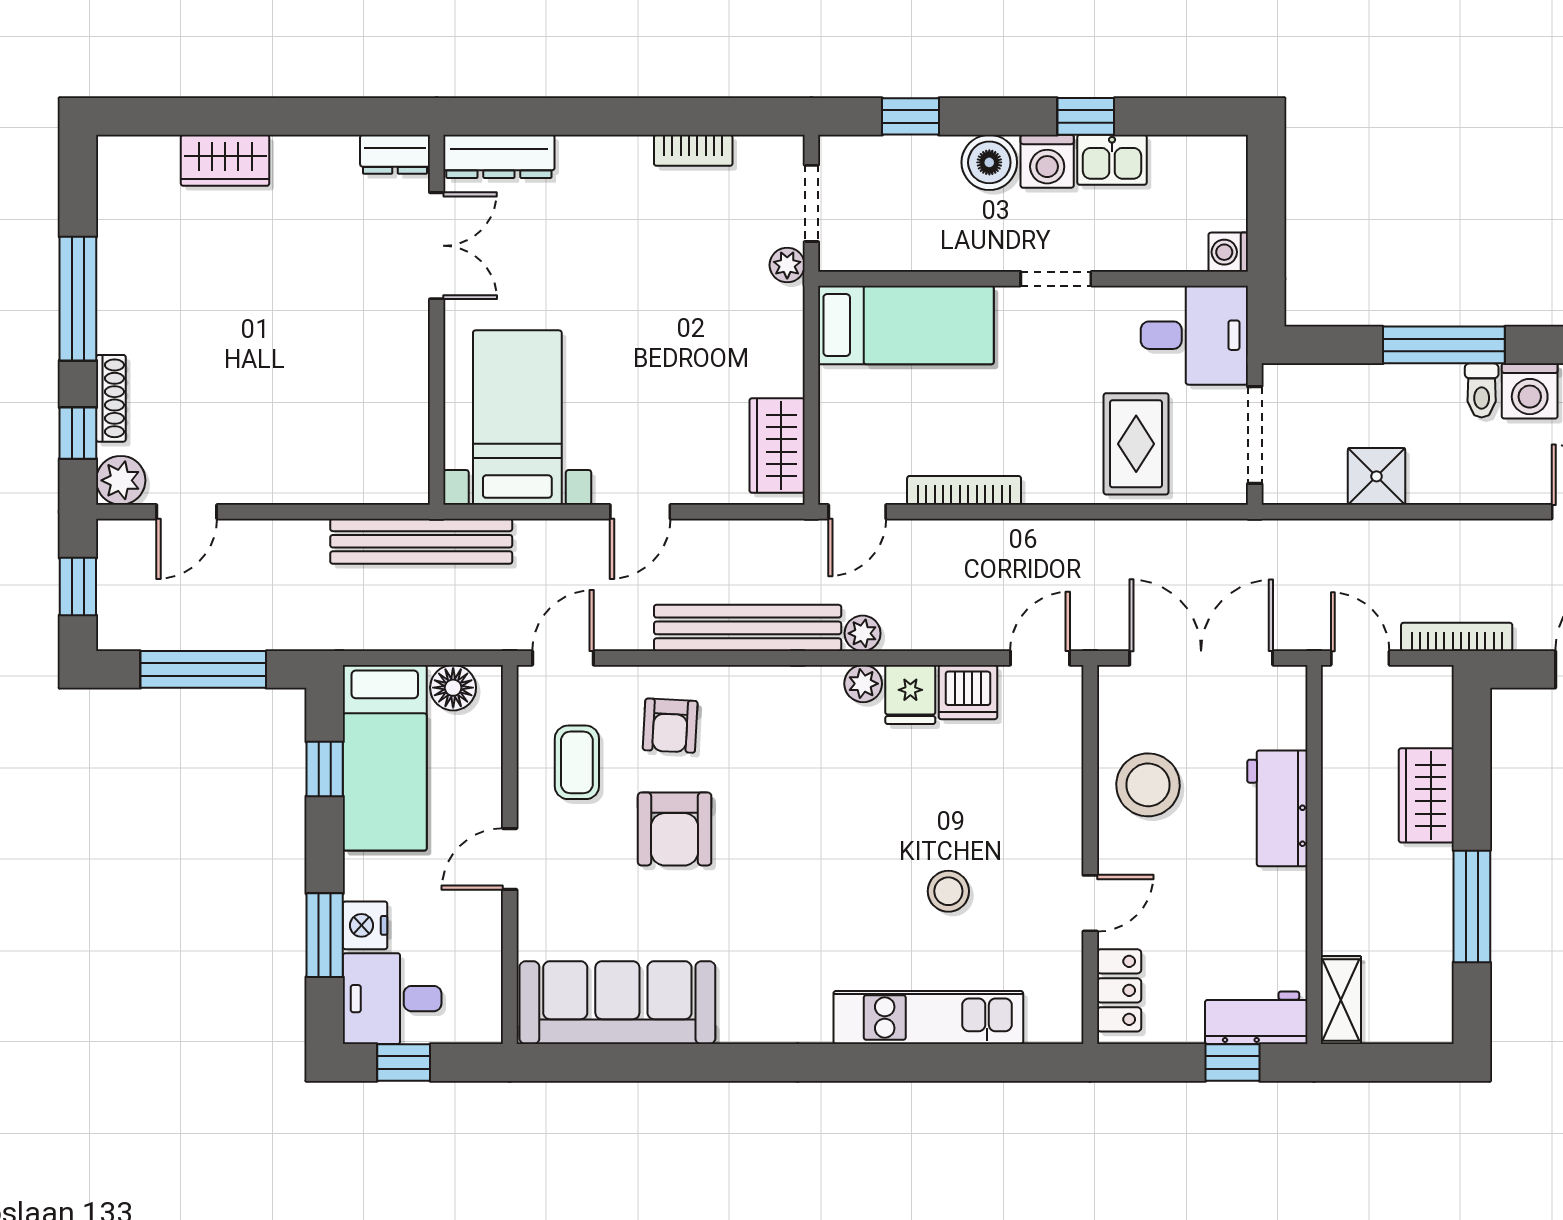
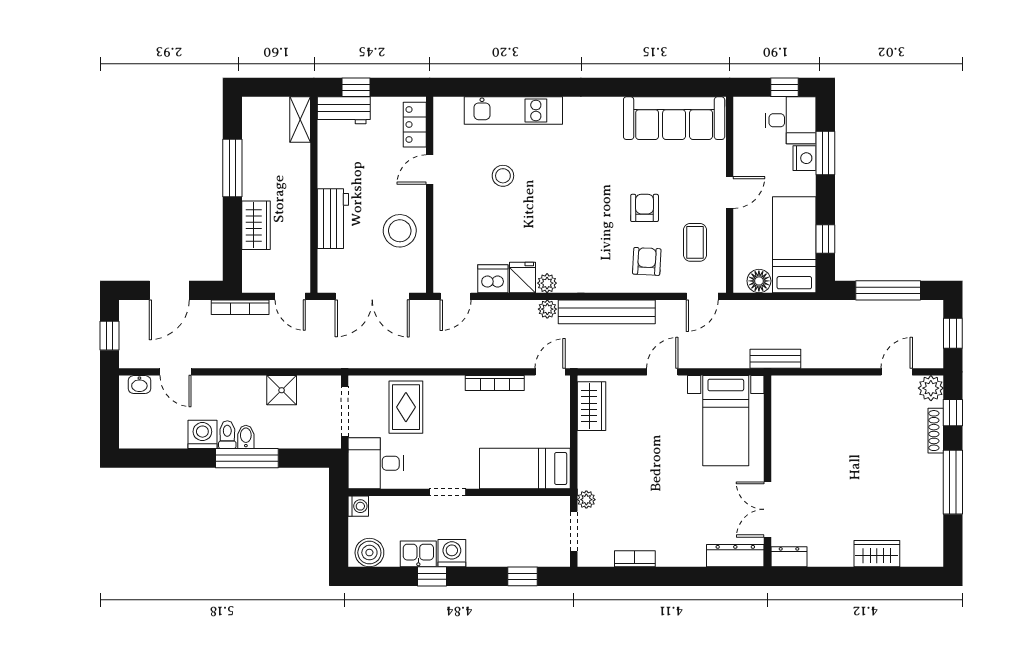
boiler: (989, 162) -> (369, 553), moved
bidet: (1446, 386) -> (246, 437), added
bench: (421, 541) -> (775, 359), width x0.54, depth x0.82
armchair: (675, 829) -> (645, 208), width x0.72, depth x0.72

